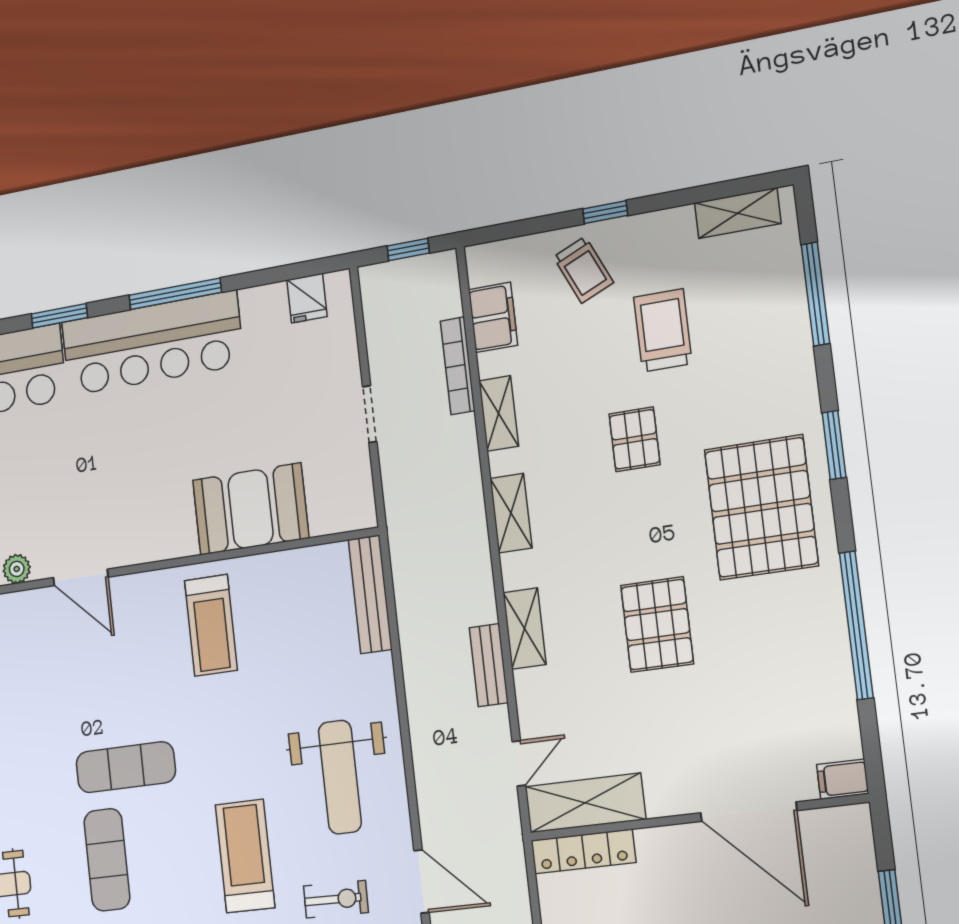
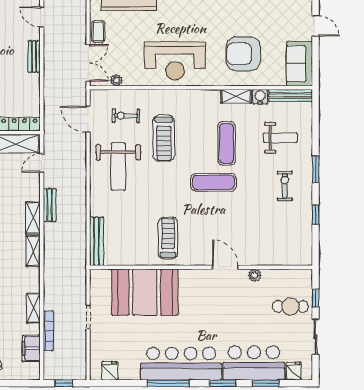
booth: (251, 509) -> (145, 292), width x1.36, depth x1.42
shelving: (511, 513) -> (33, 251), moved
weight bench: (340, 777) -> (118, 167), turned 180

